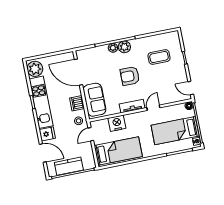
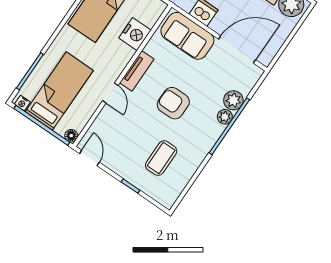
plant: (124, 47) -> (233, 100), moved
armchair: (130, 76) -> (173, 103), turned -90
door: (191, 88) -> (89, 158), hinge flipped

